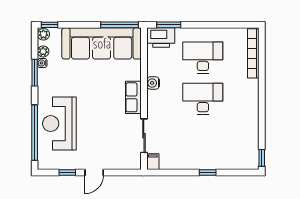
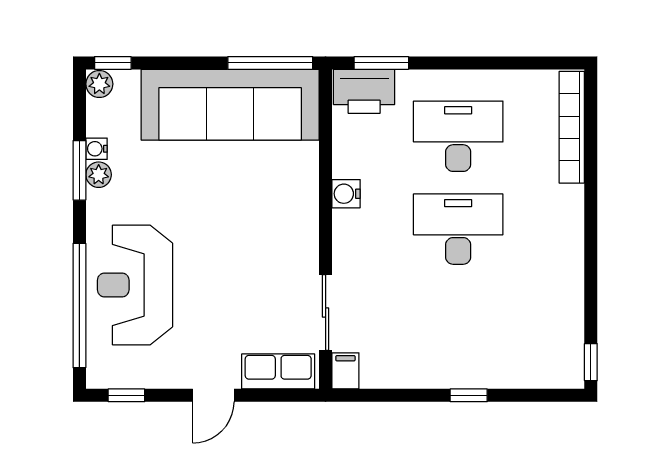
plant: (43, 51) -> (99, 175), moved
row of seats: (133, 97) -> (278, 371), moved, turned 90
window: (67, 173) -> (126, 395), moved

